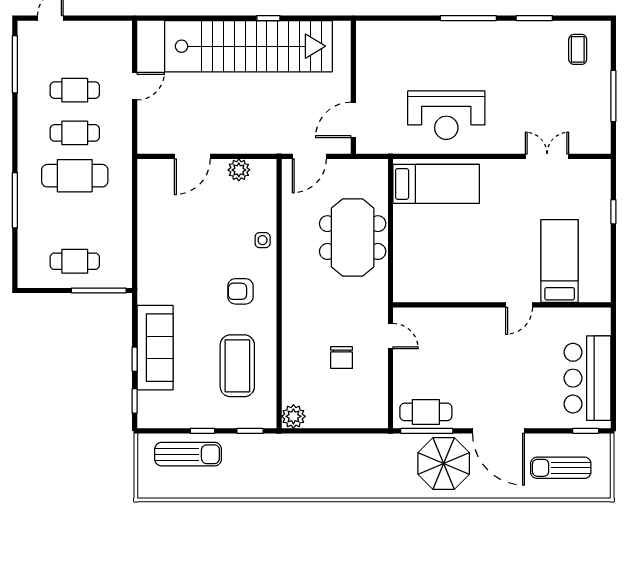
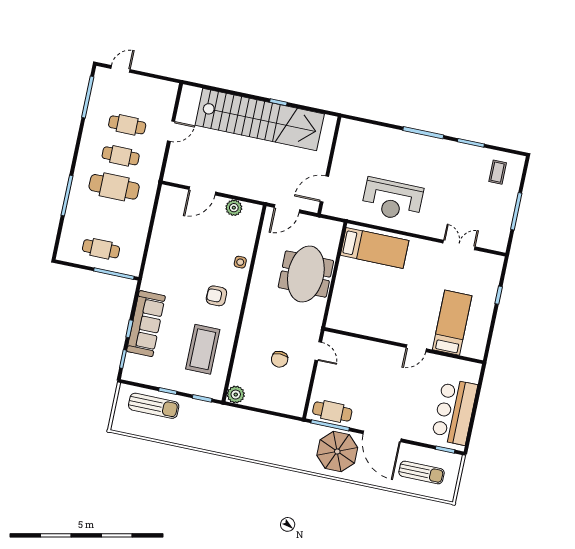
sun lounger: (561, 468) -> (421, 472), turned 180

